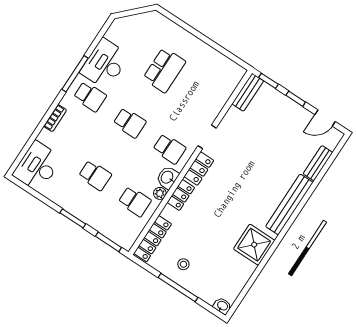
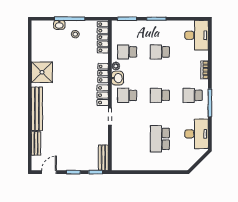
desk: (105, 64) -> (197, 134), moved
washbasin: (222, 306) -> (59, 25), moved

